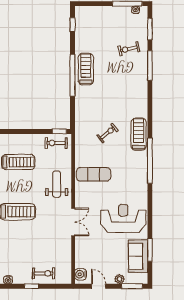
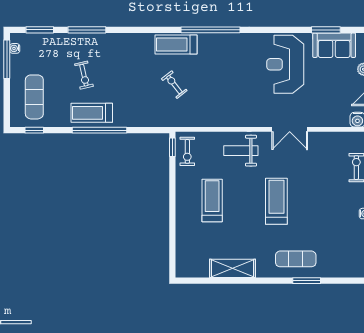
exercise bike: (129, 49) -> (84, 75), moved
exercise mat: (94, 174) -> (34, 97), moved
double door: (73, 222) -> (290, 129), swing flipped

